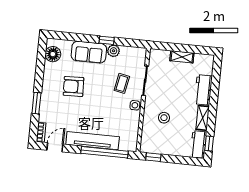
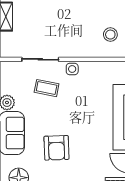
stool: (164, 118) -> (110, 35), moved

